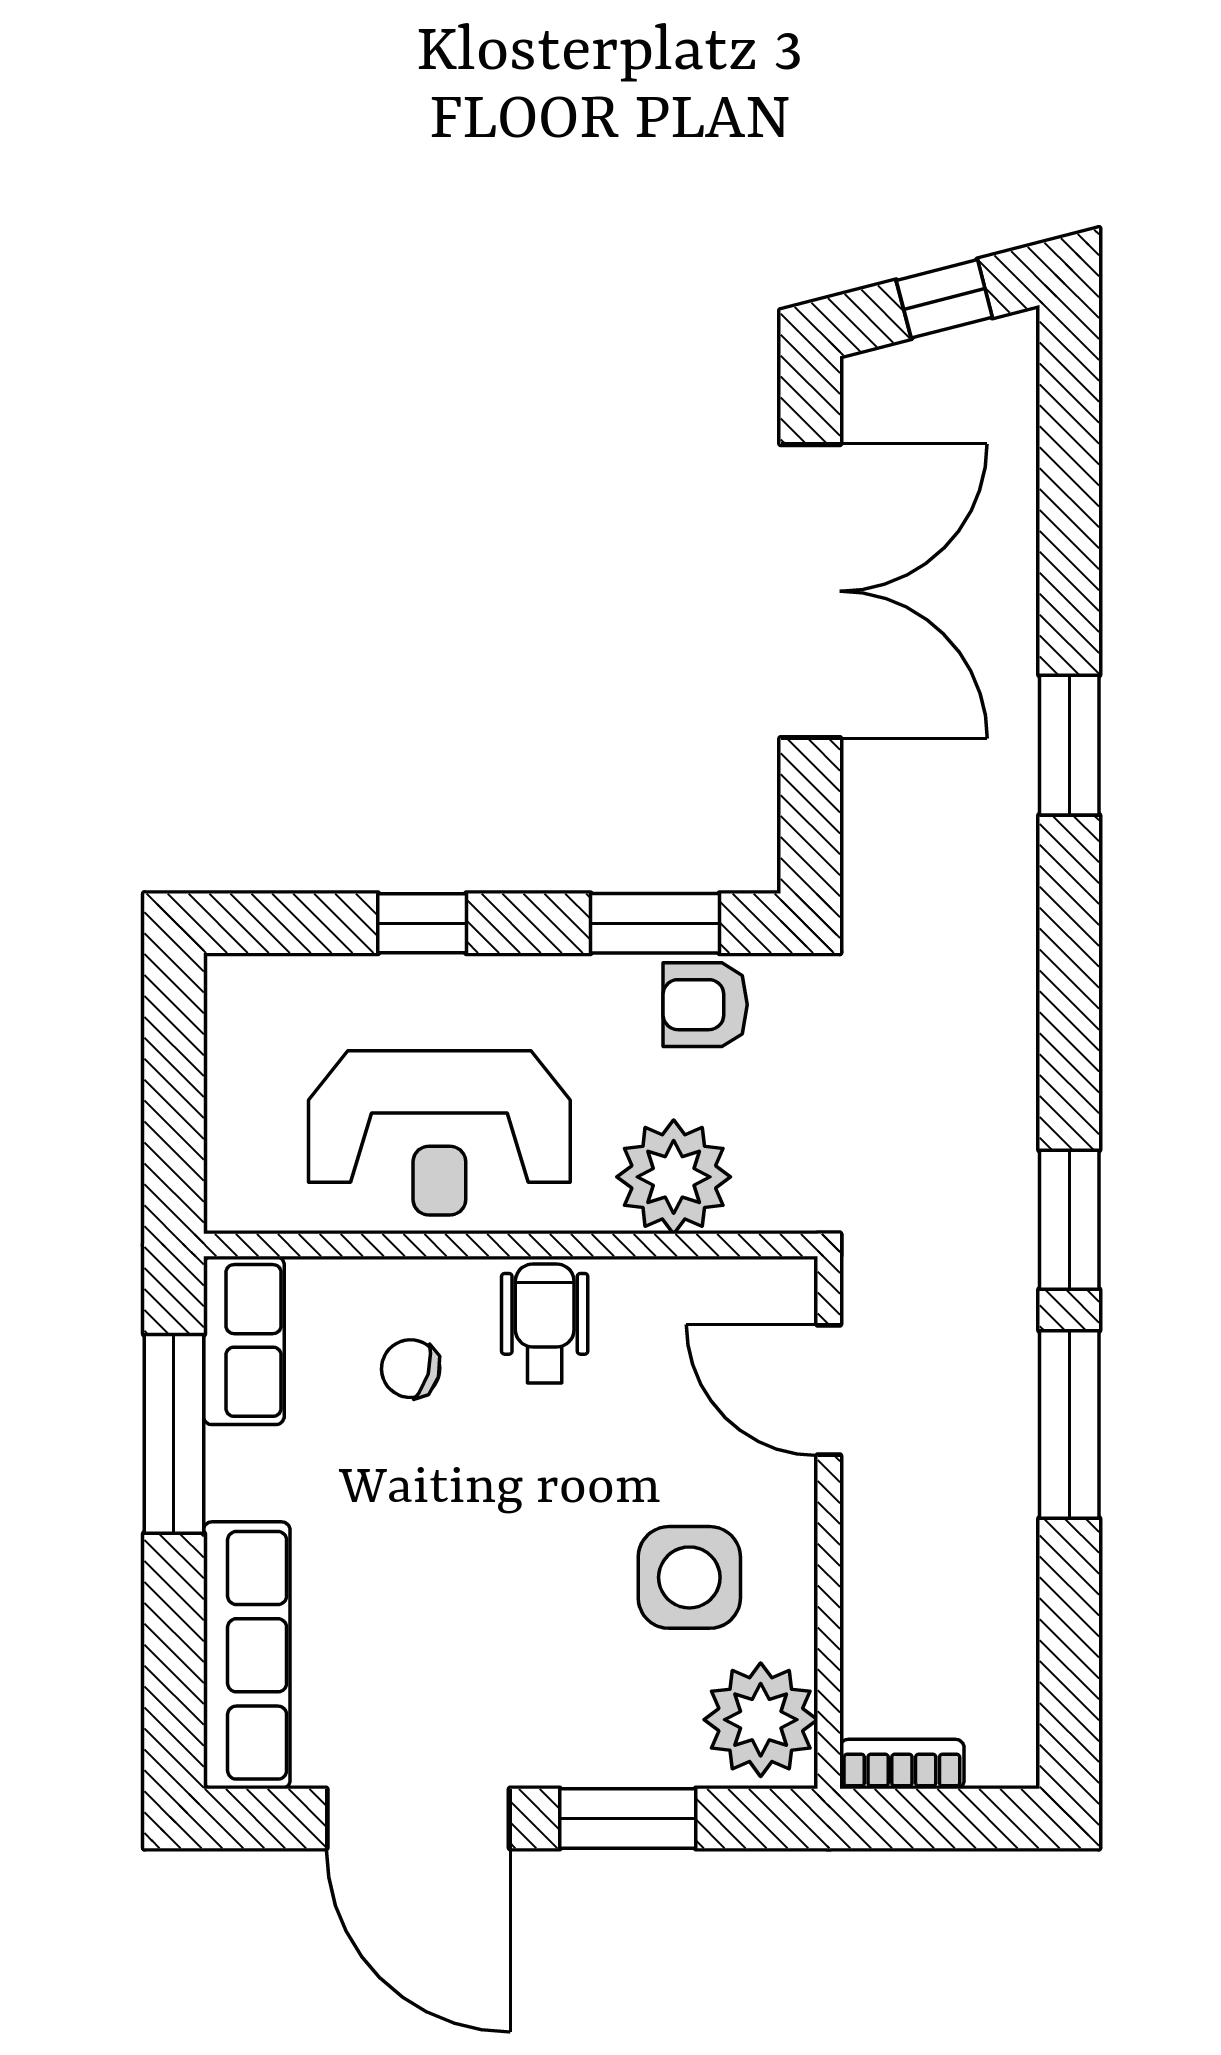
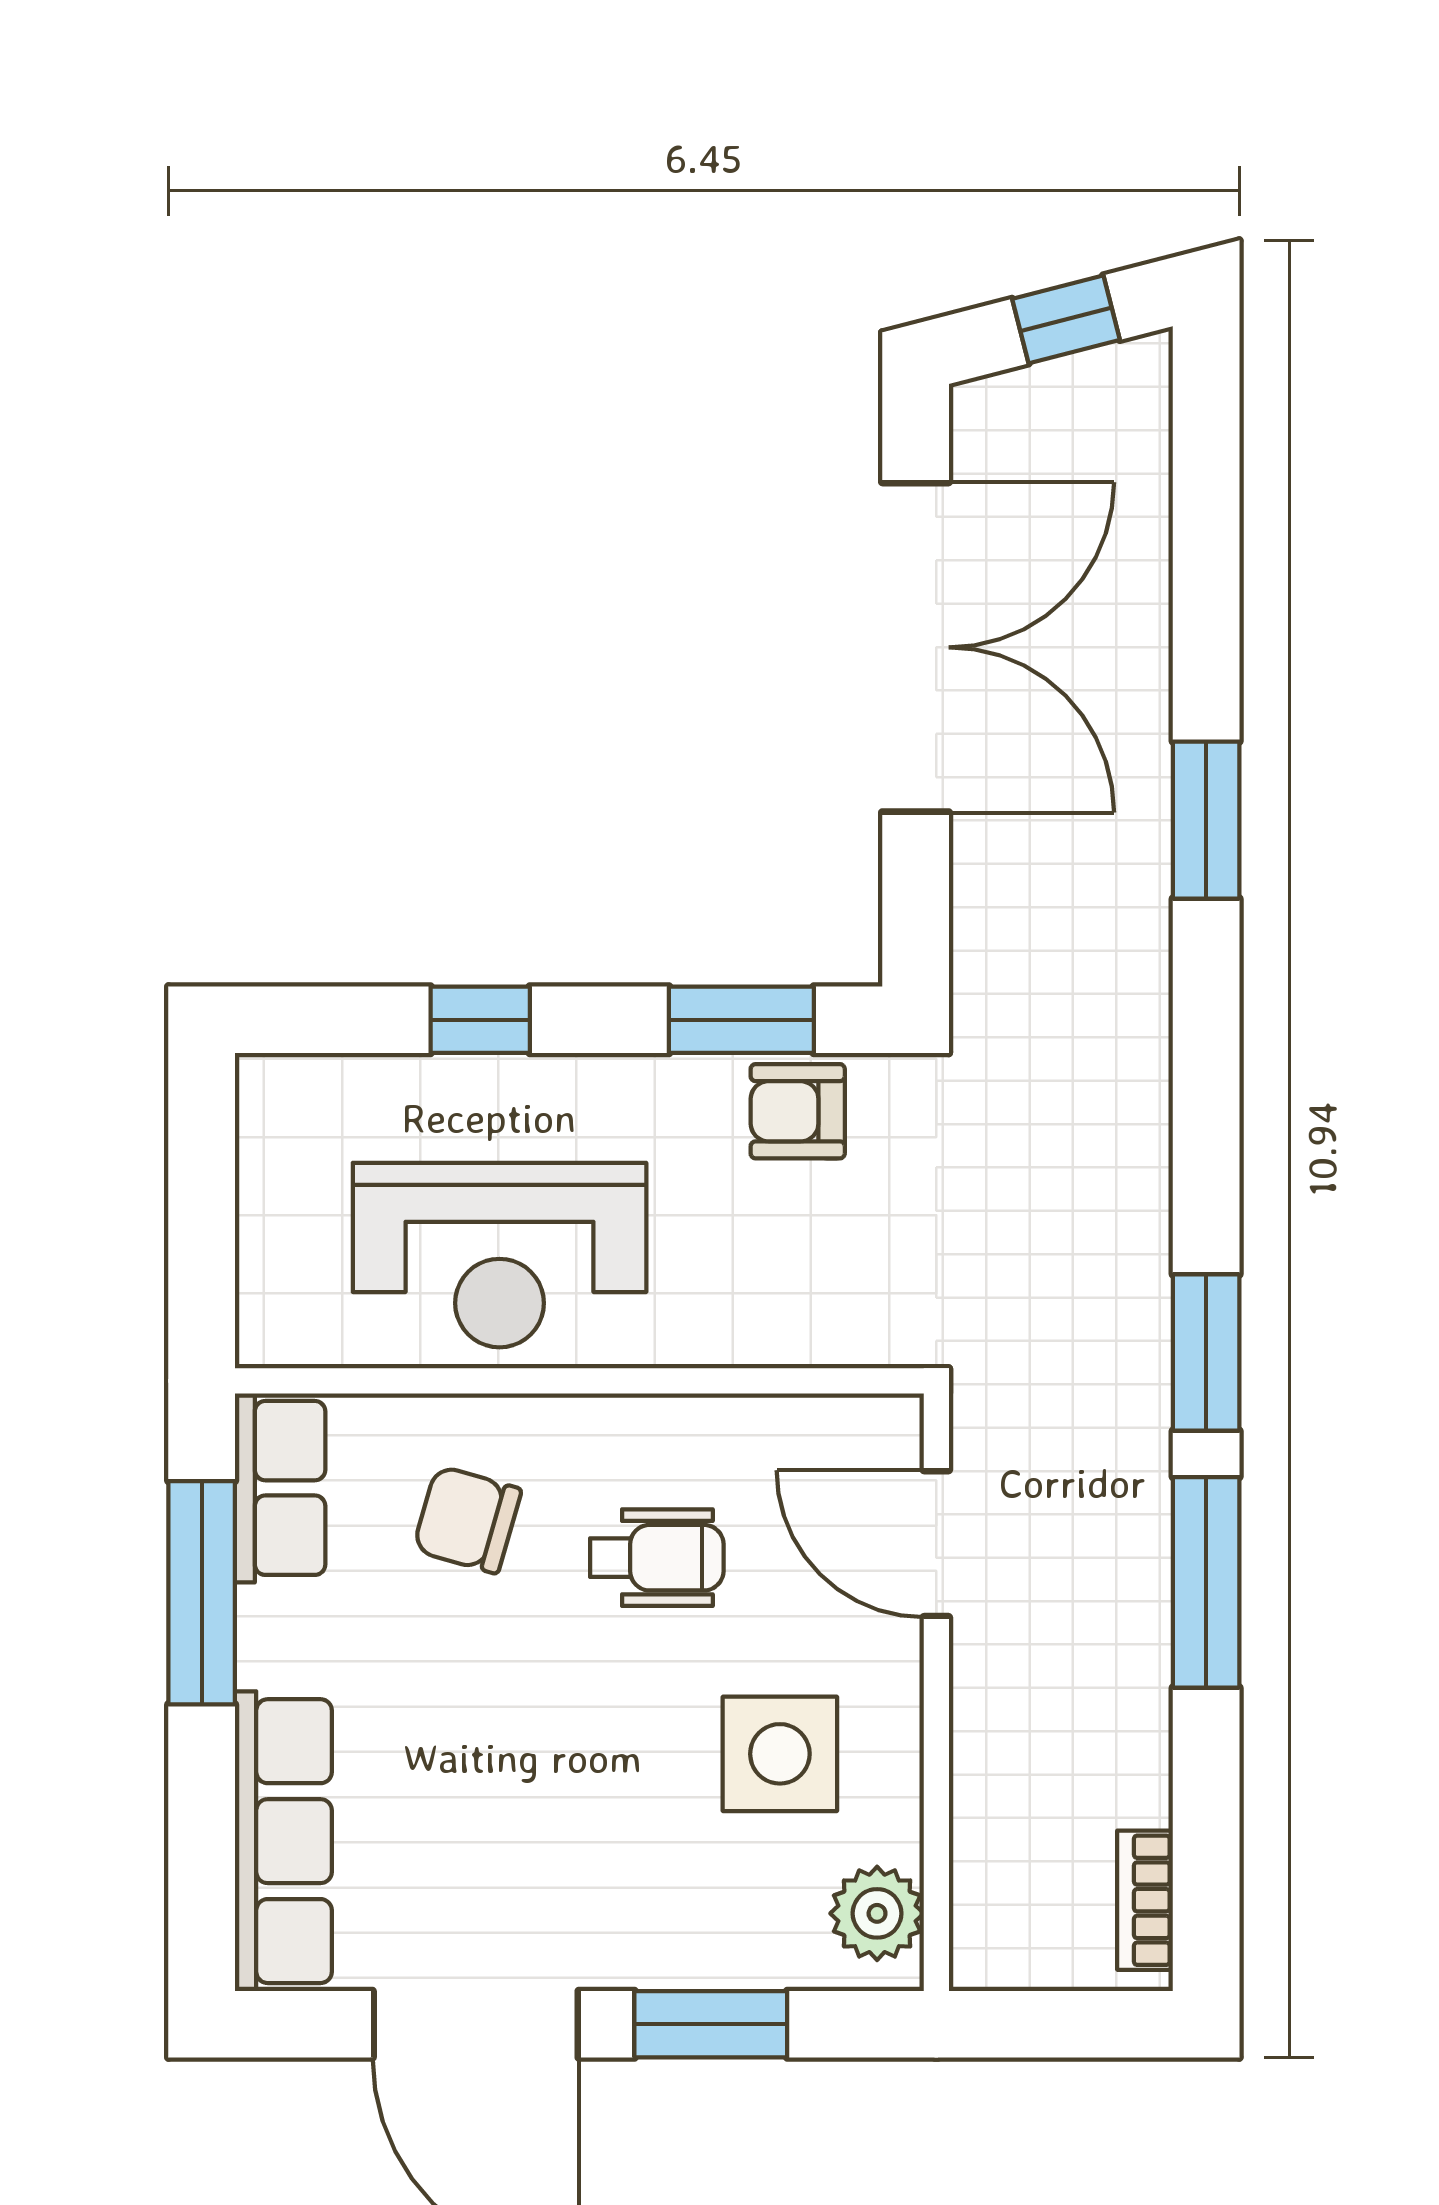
plant: (674, 1177) -> (762, 1304), removed
wheelchair: (545, 1323) -> (657, 1558), moved, turned 90
chair: (411, 1369) -> (467, 1520), width x1.37, depth x1.37
plant: (761, 1720) -> (877, 1913), width x0.73, depth x0.73
bookcase: (902, 1764) -> (1145, 1900), moved, turned -90

